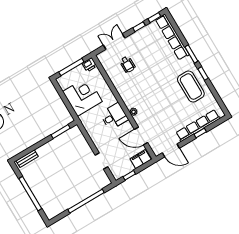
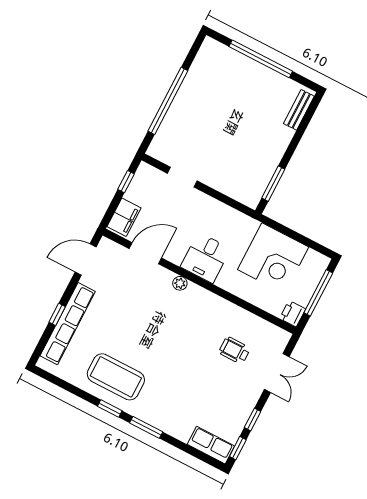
row of seats: (172, 37) -> (211, 445), width x0.50

